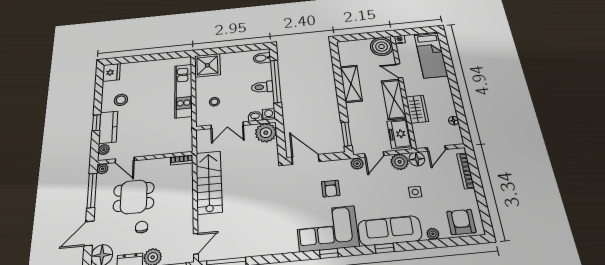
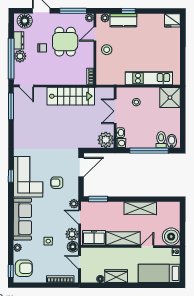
toilet: (262, 87) -> (161, 140), moved
stool: (121, 100) -> (107, 50), moved
wardrobe: (417, 109) -> (116, 276), moved, turned 180
window: (384, 248) -> (11, 271), moved

